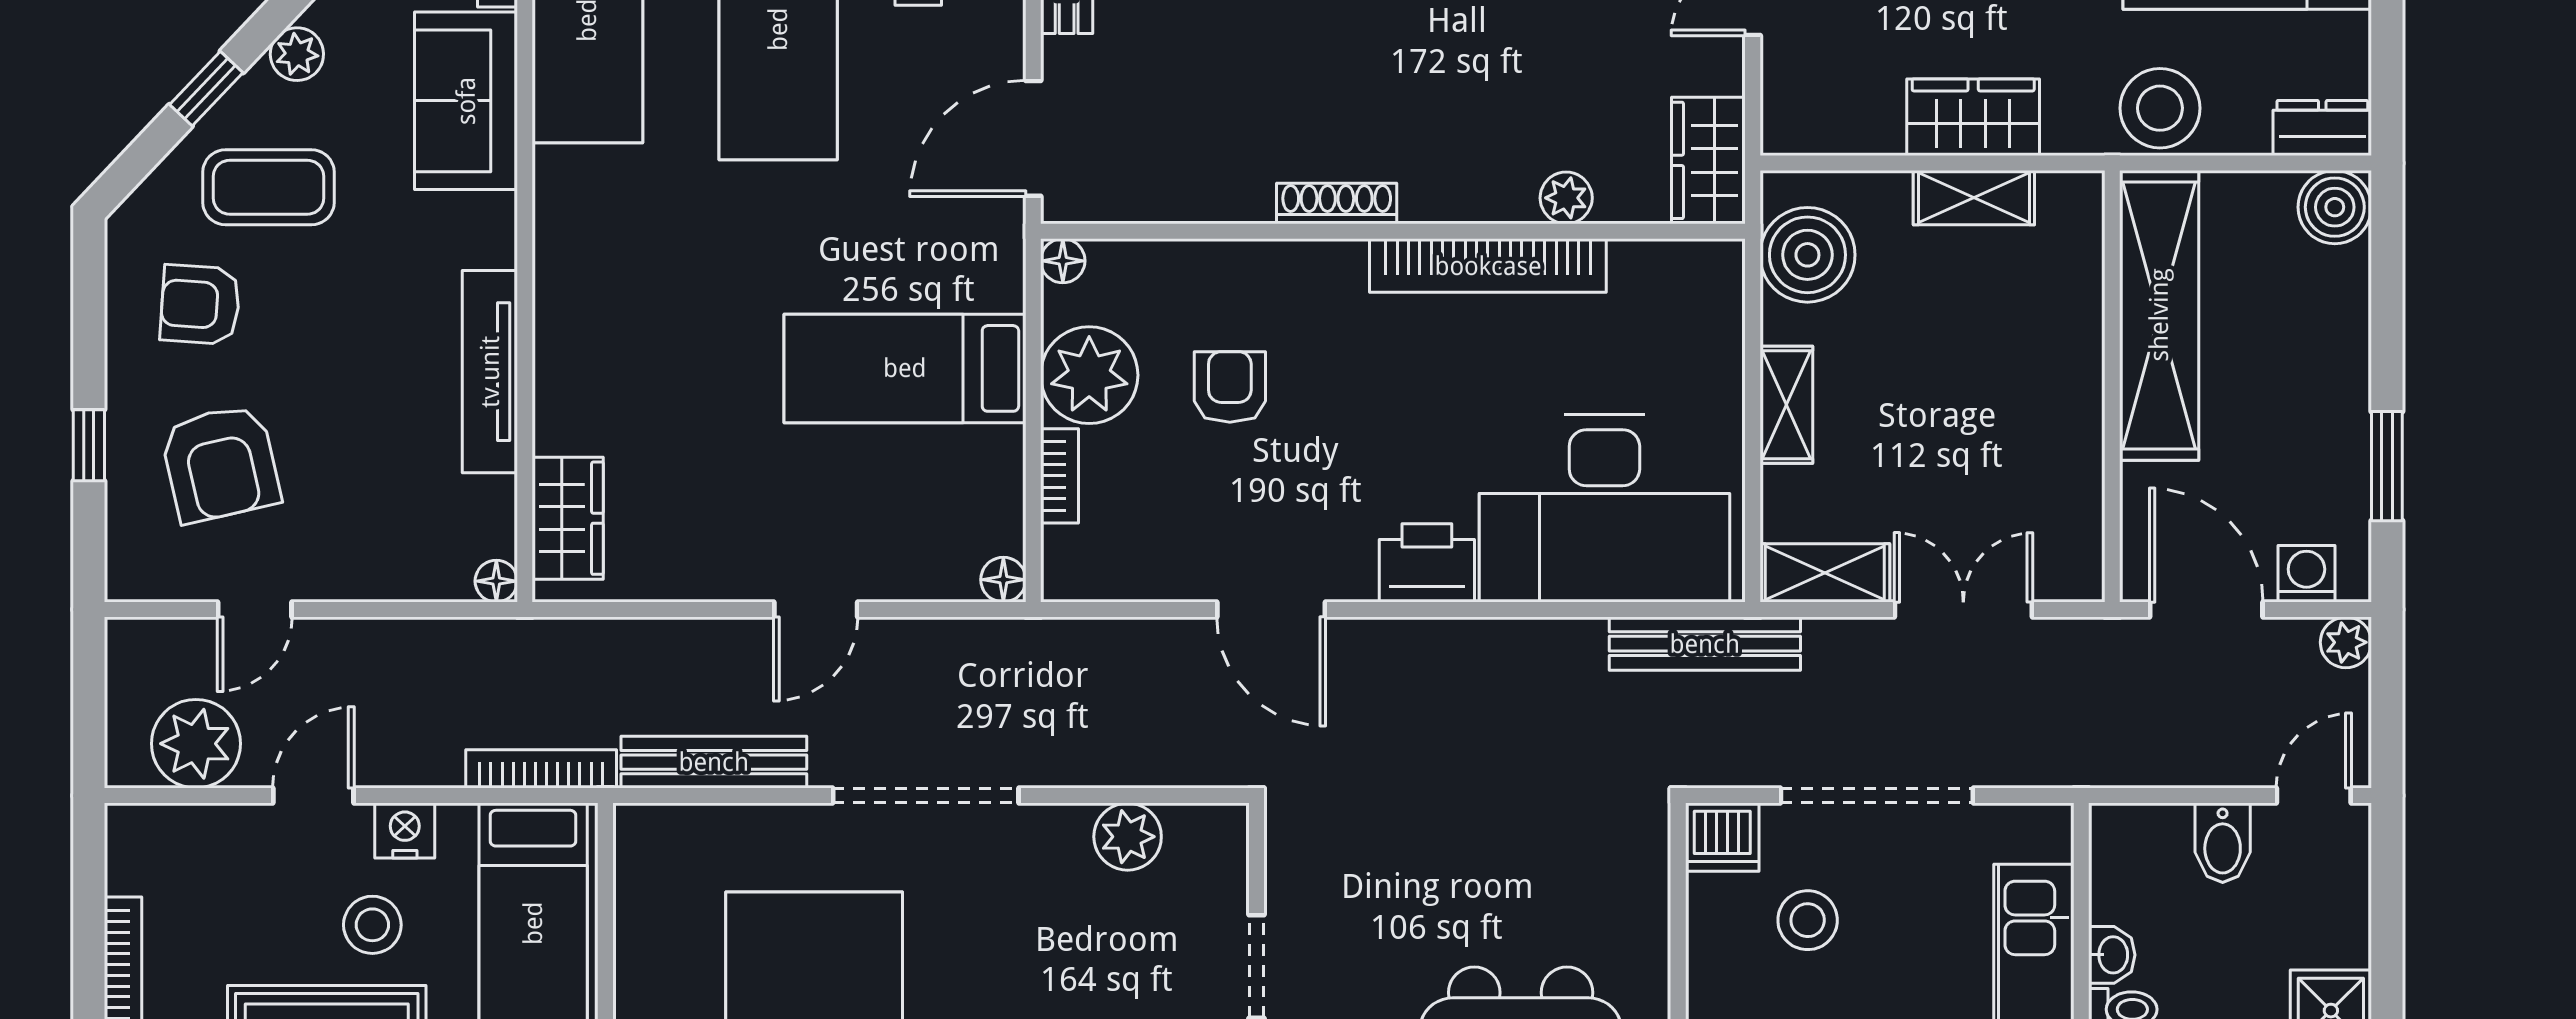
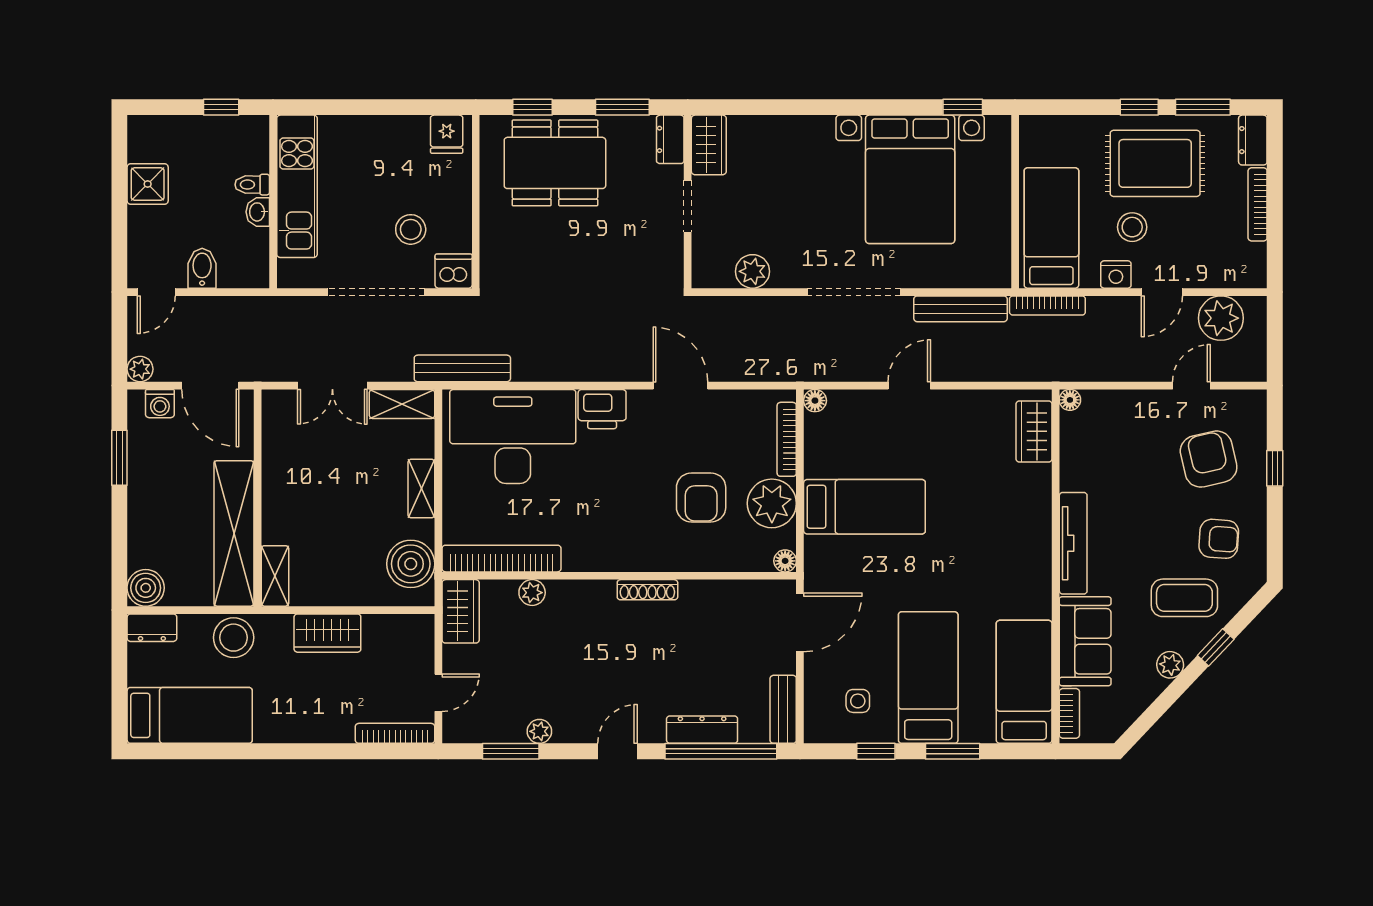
shelving: (1974, 198) -> (275, 576), moved, turned 90
bookcase: (1488, 266) -> (502, 559), moved
tv unit: (490, 372) -> (1073, 543), moved
armchair: (1230, 387) -> (701, 497), width x1.38, depth x1.38
bookcase: (1060, 476) -> (787, 439), width x1.56

